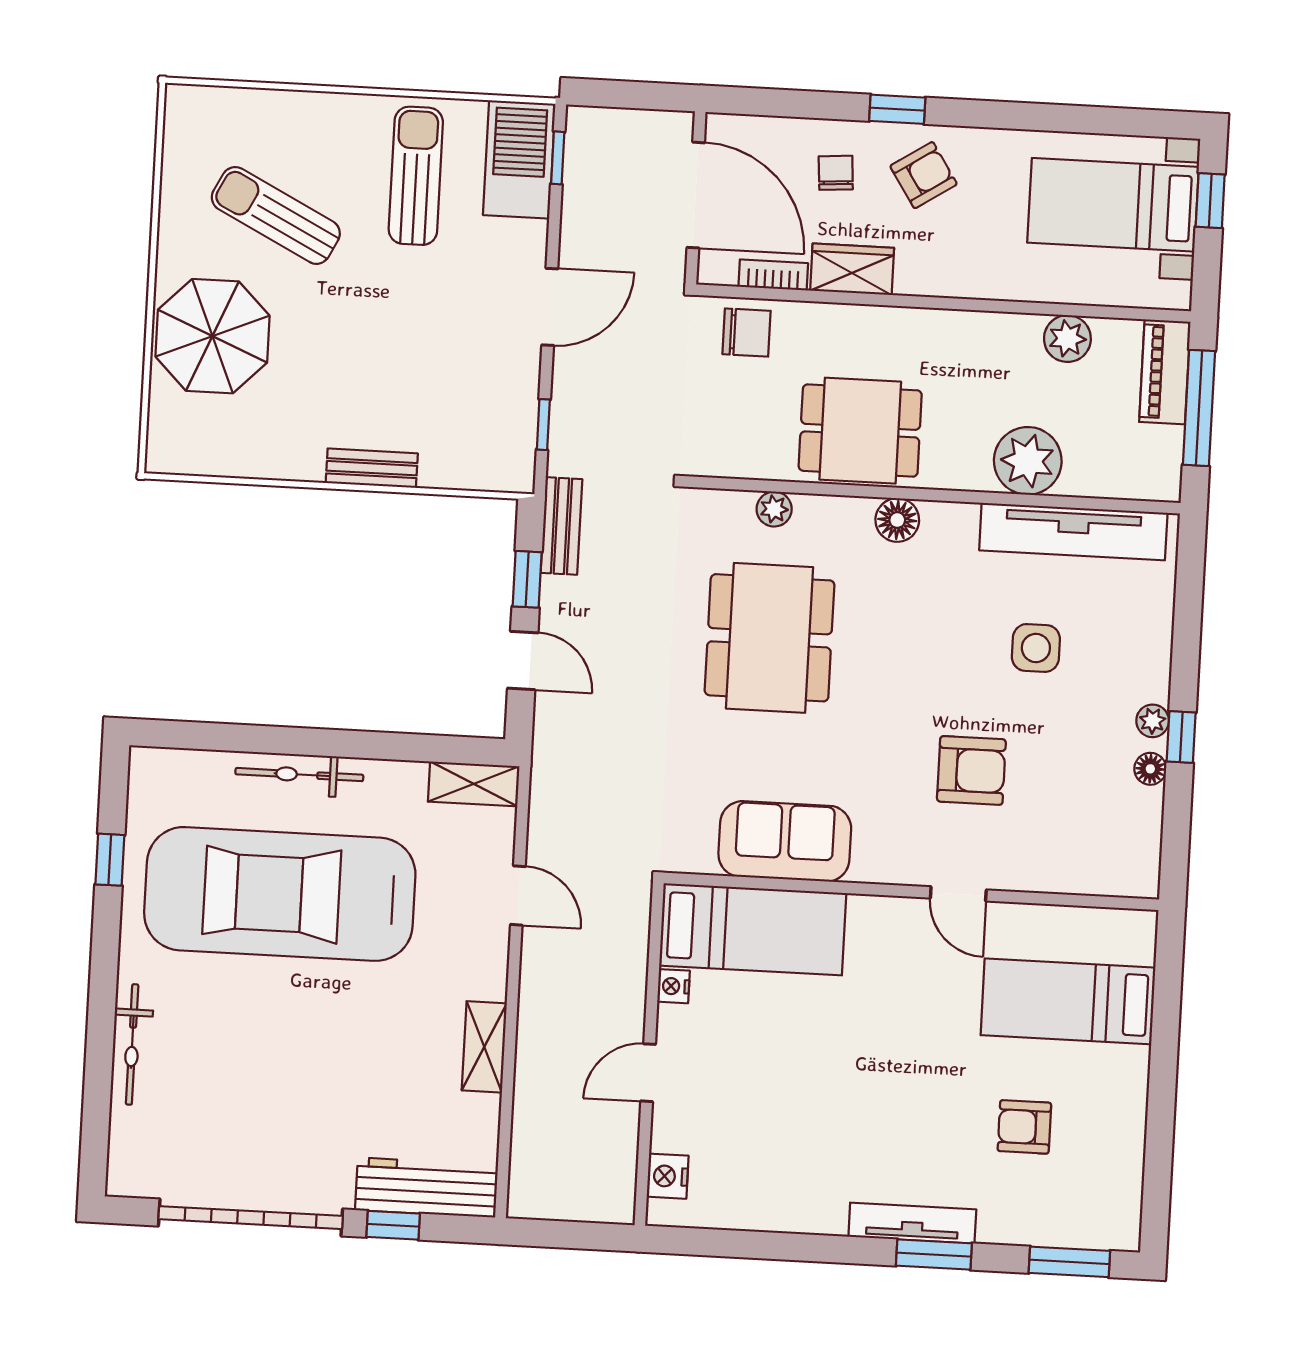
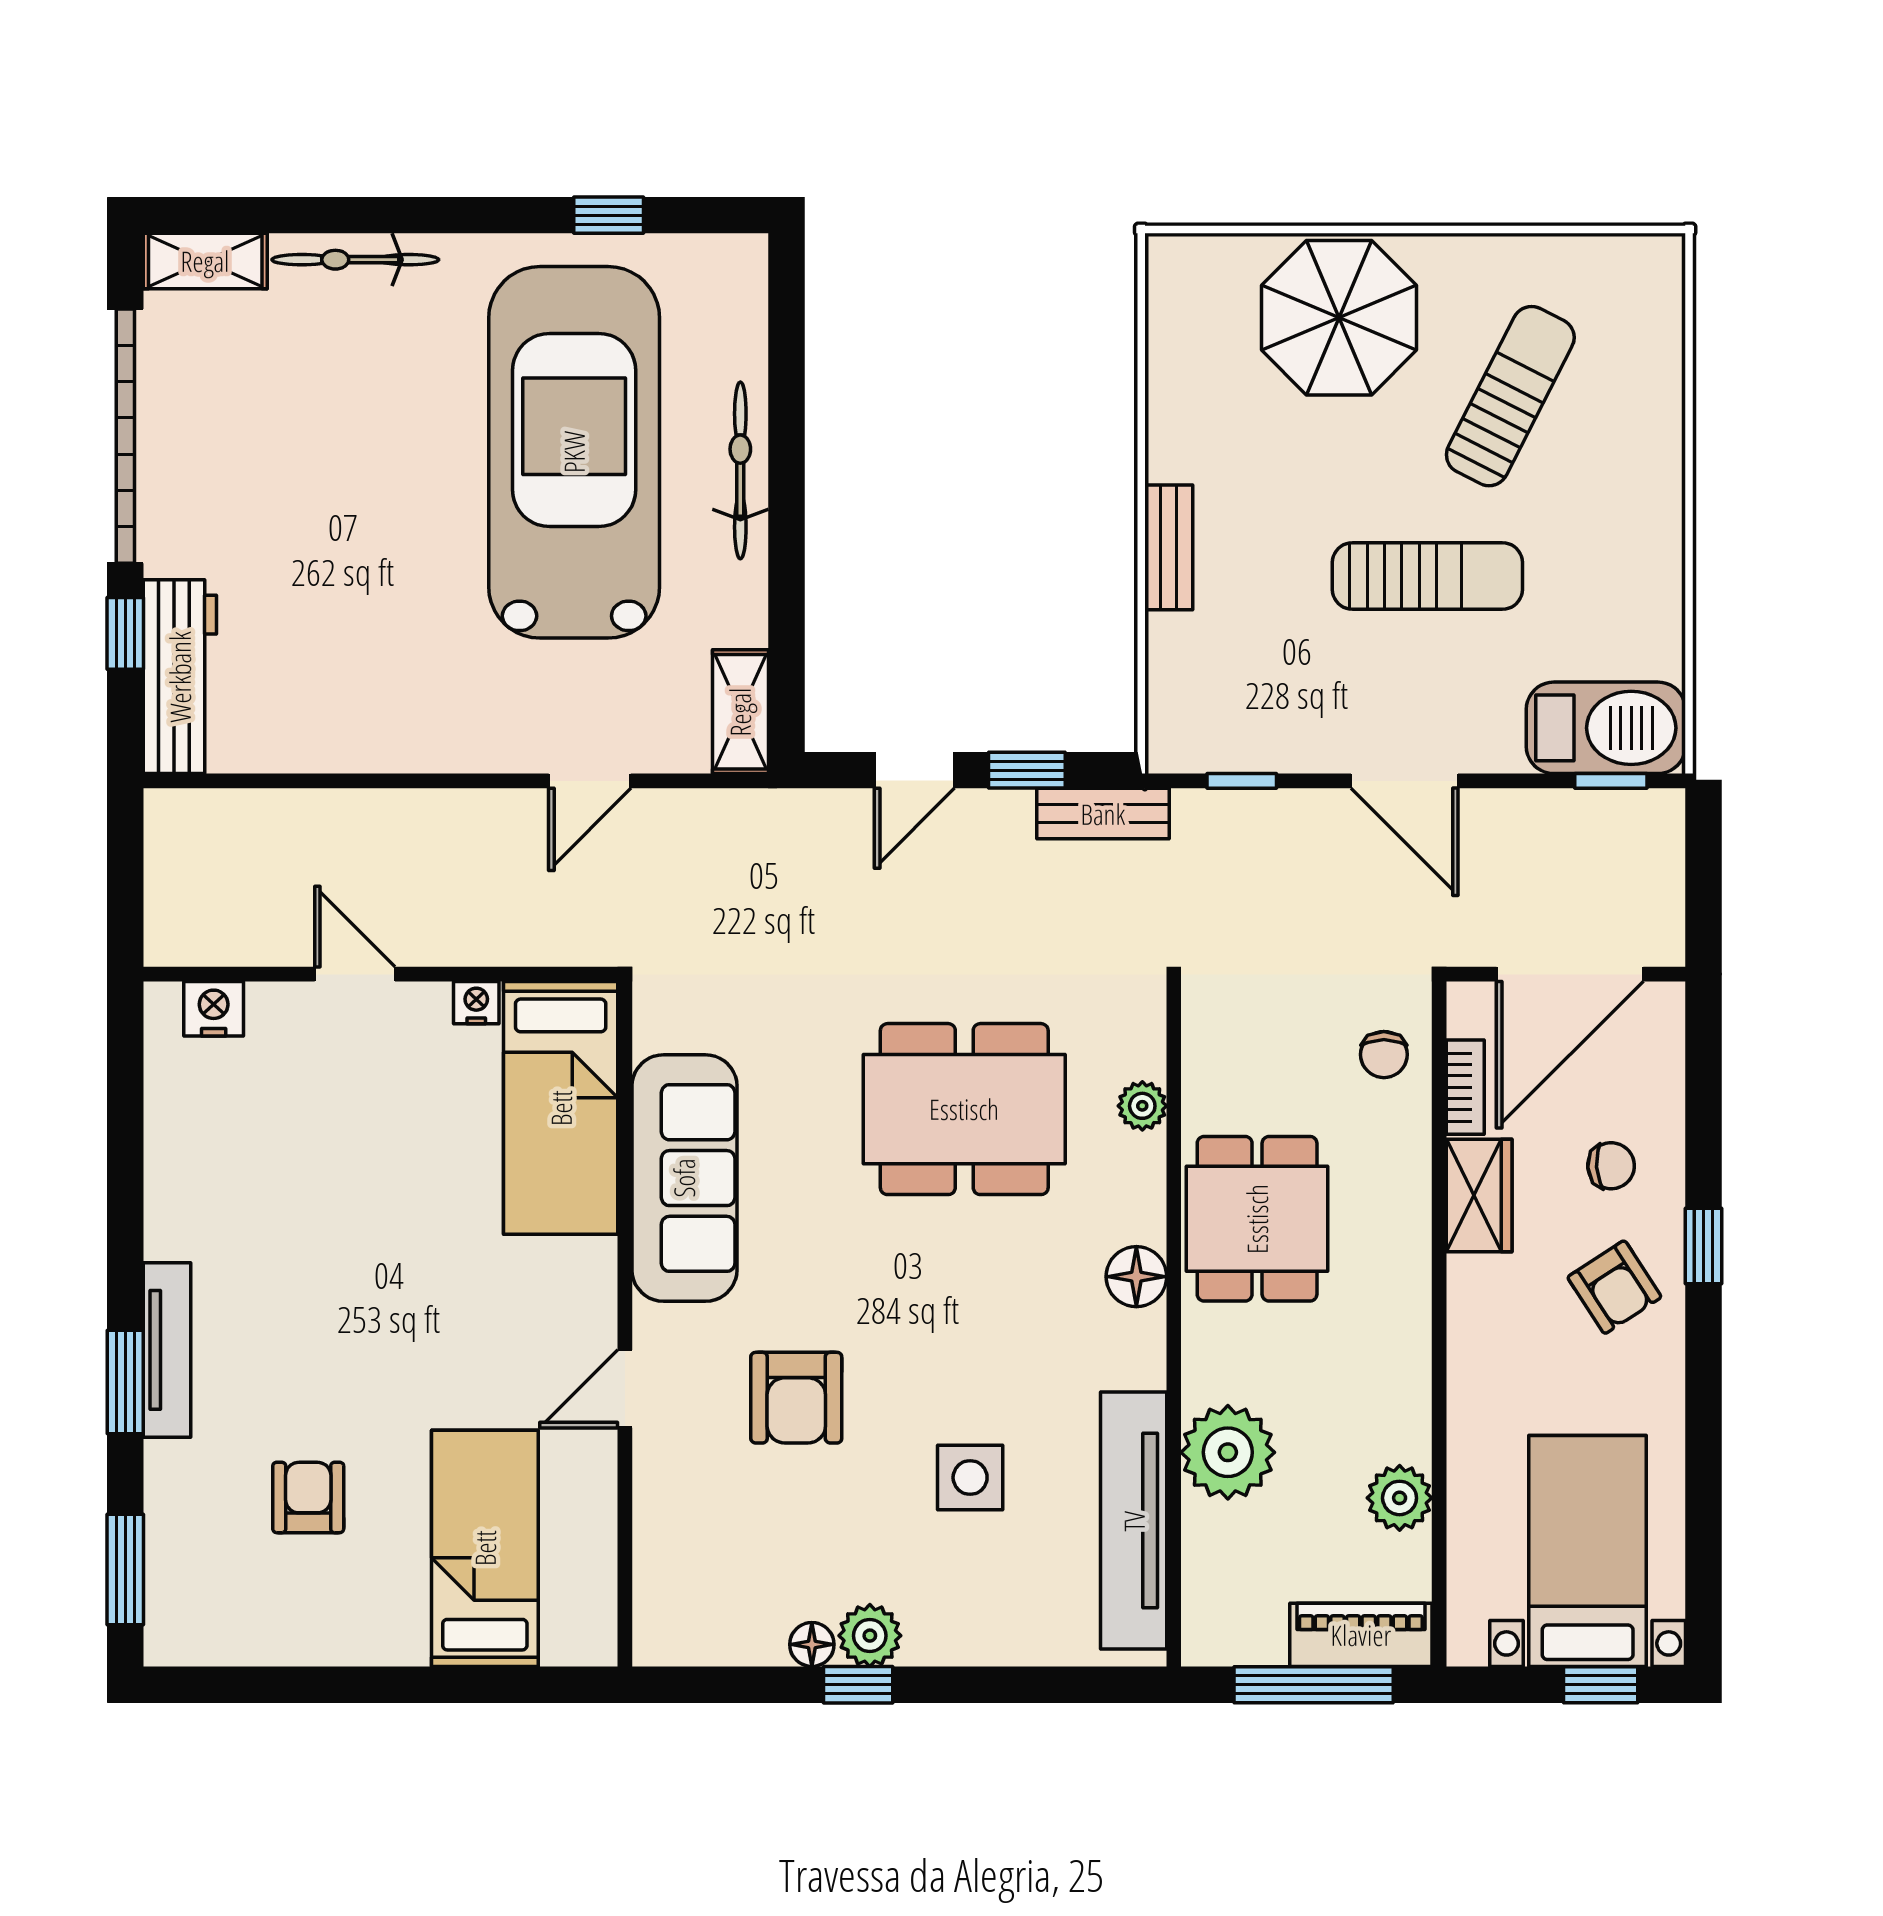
sun lounger: (416, 176) -> (1427, 576), moved
chair: (747, 333) -> (1384, 1055), width x0.73, depth x0.73
plant: (1153, 721) -> (870, 1636), width x1.38, depth x1.38
sofa: (785, 841) -> (684, 1178), width x1.36
shelving: (484, 1047) -> (205, 261), moved

